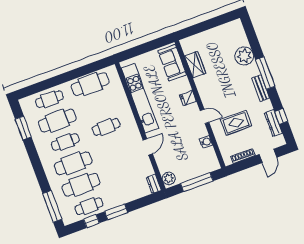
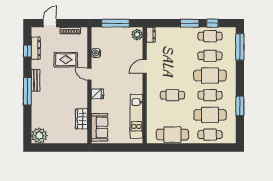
plant: (244, 56) -> (39, 136), moved
kitchen unit: (140, 98) -> (136, 116), width x0.73
window: (23, 128) -> (240, 106), moved
cafe table: (81, 185) -> (210, 56), width x0.73, depth x0.74

